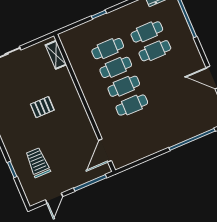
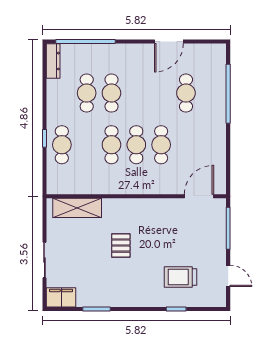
cafe table: (108, 49) -> (62, 145), moved
shelving: (56, 55) -> (77, 208), width x1.50, depth x1.33
cafe table: (179, 107) -> (186, 93), added
door: (105, 150) -> (199, 196), swing flipped

